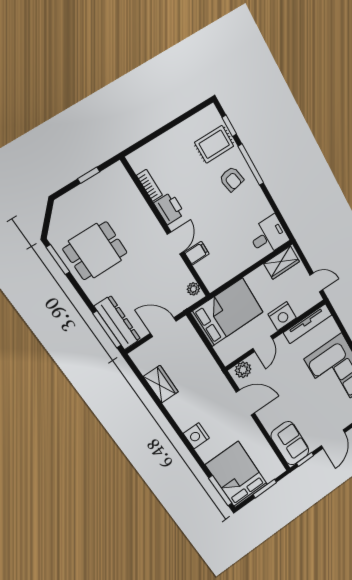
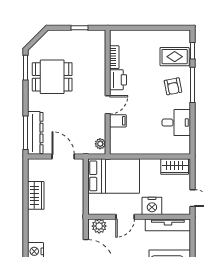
desk: (269, 236) -> (176, 123), moved

